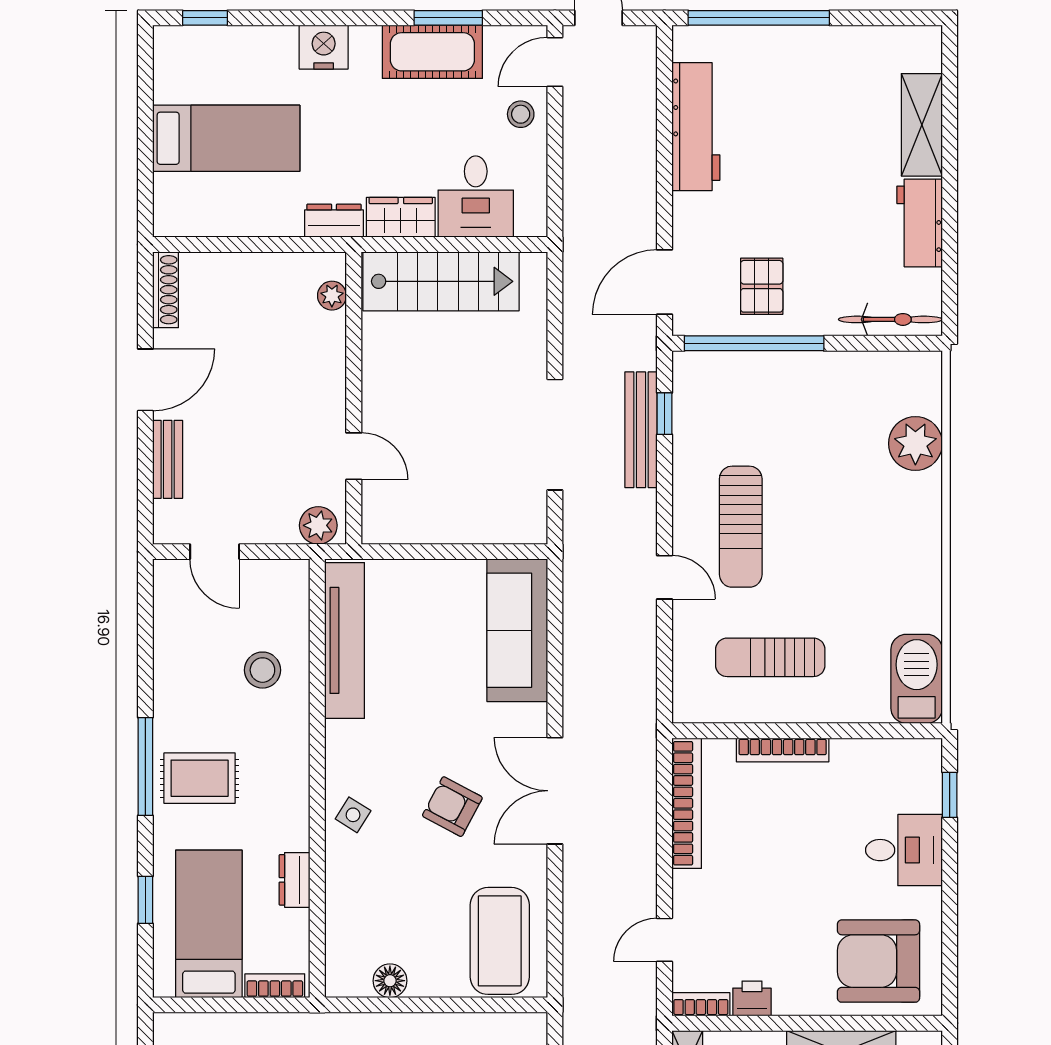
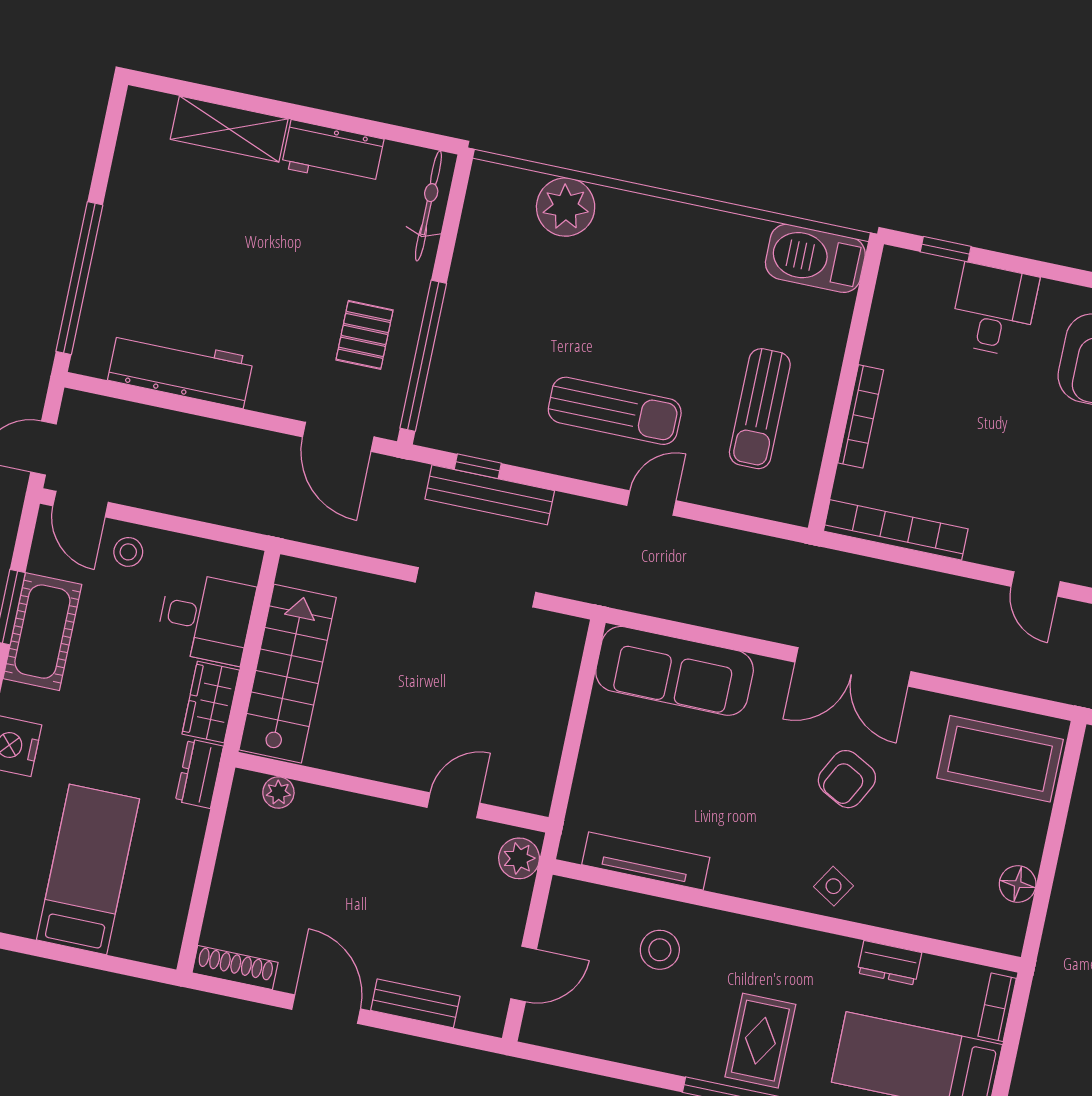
pallet: (762, 286) -> (365, 335), turned 90
tv unit: (344, 640) -> (646, 861), width x0.73, depth x0.78

